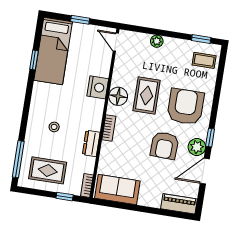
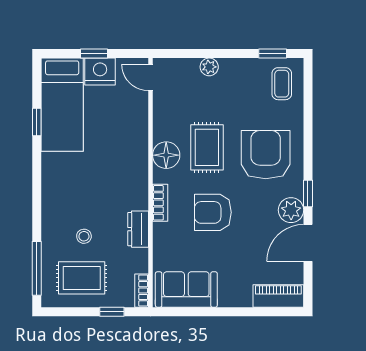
coffee table: (204, 60) -> (282, 84), turned 90
nightstand: (98, 87) -> (100, 72), moved, turned -90
stool: (54, 127) -> (84, 236), moved
armchair: (165, 145) -> (213, 212), moved, turned 88

